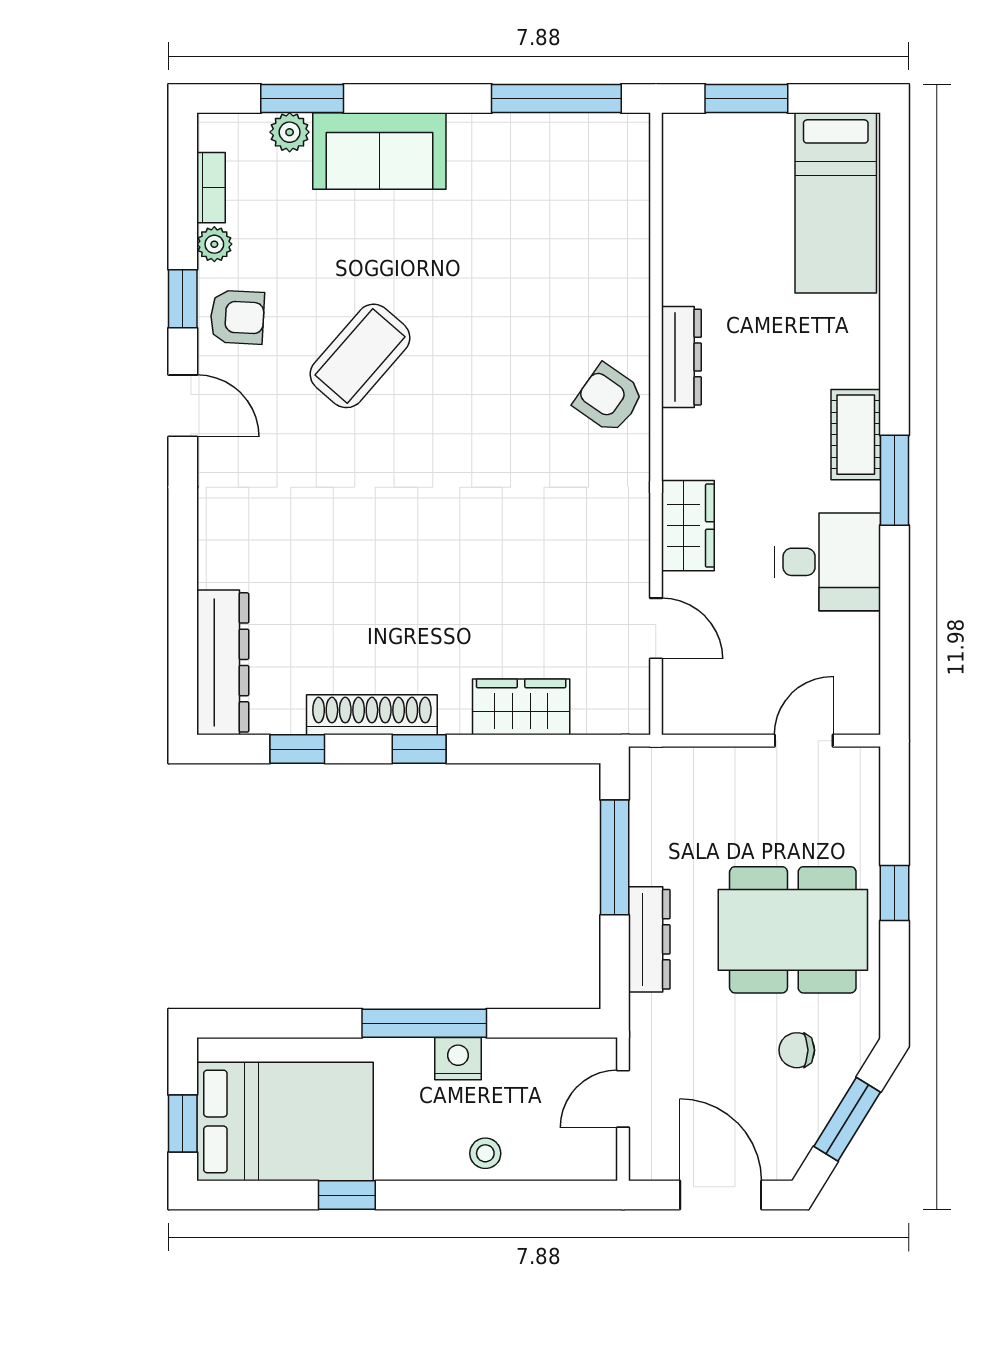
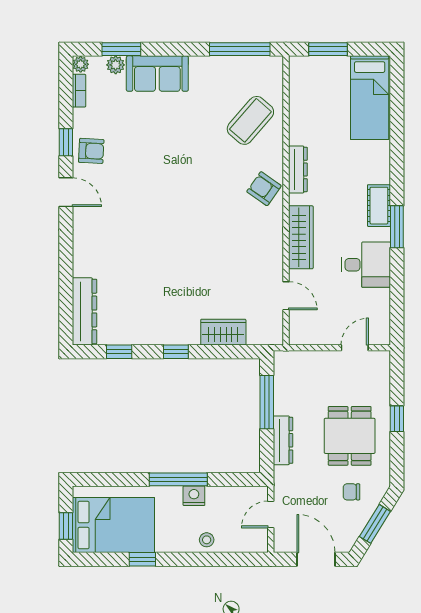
plant: (214, 244) -> (81, 64), moved
coffee table: (360, 356) -> (250, 120), moved
wardrobe: (688, 526) -> (301, 237), width x1.50
shoe rack: (372, 715) -> (154, 336), removed
dining table: (793, 930) -> (350, 436), width x0.73

